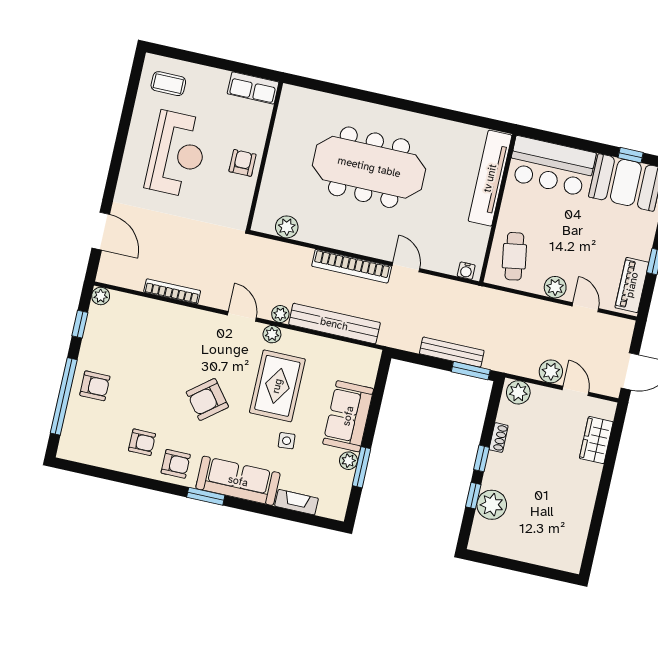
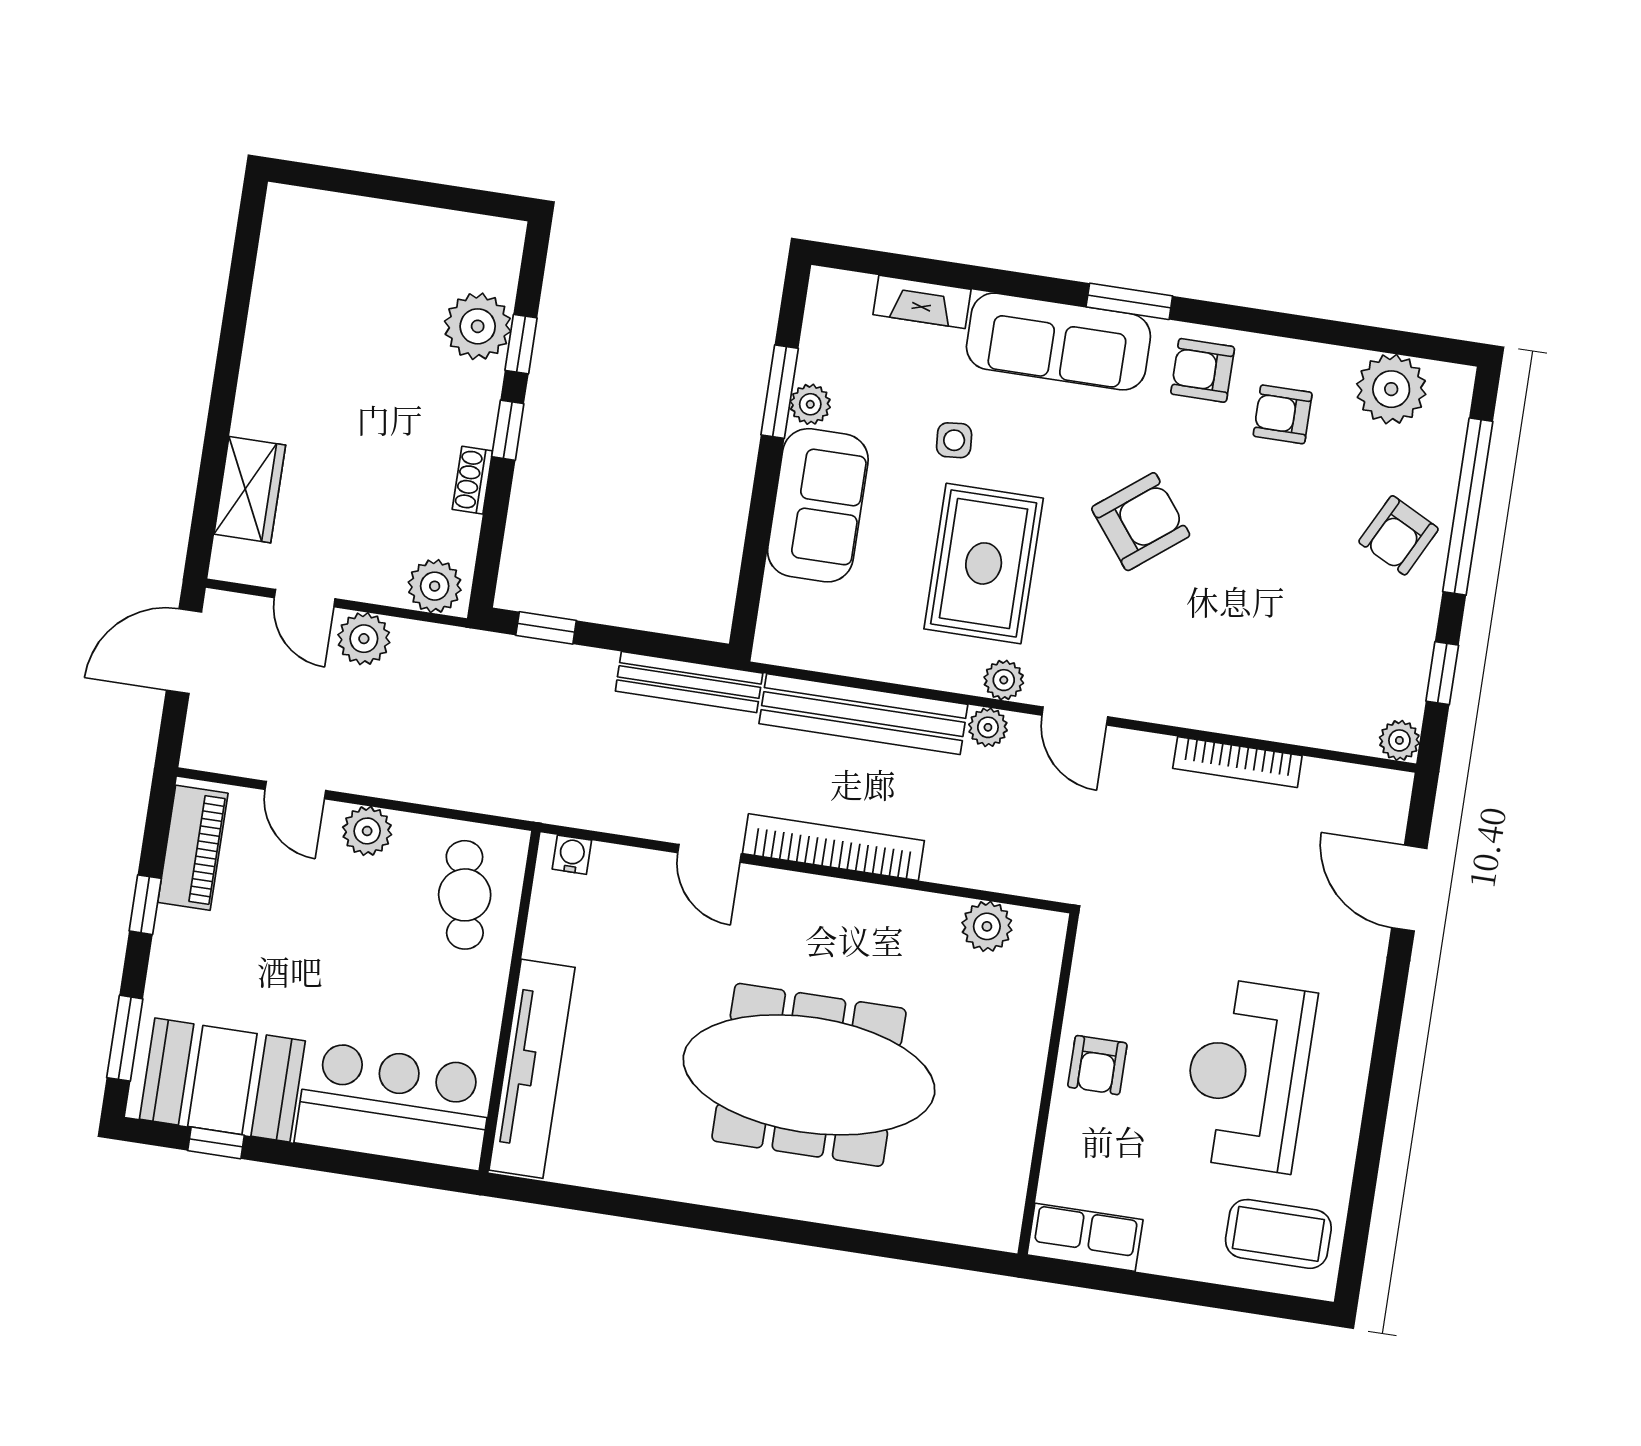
coffee table: (168, 84) -> (1278, 1234), width x1.36, depth x1.30
bench: (452, 352) -> (689, 682), moved
window: (471, 371) -> (546, 628), width x0.67
armchair: (95, 386) -> (1399, 535), turned -63
plant: (94, 450) -> (1391, 389), added

